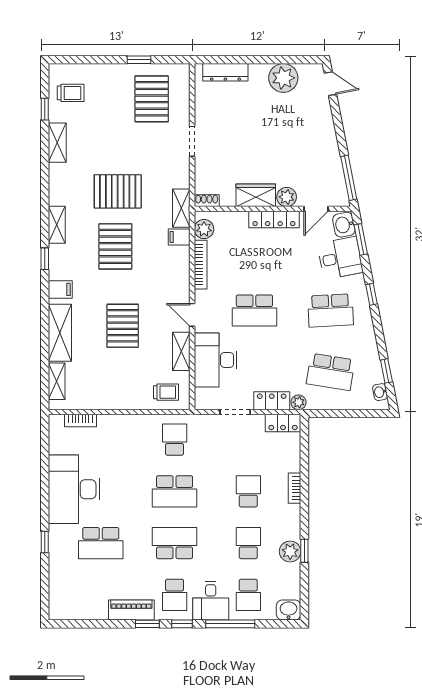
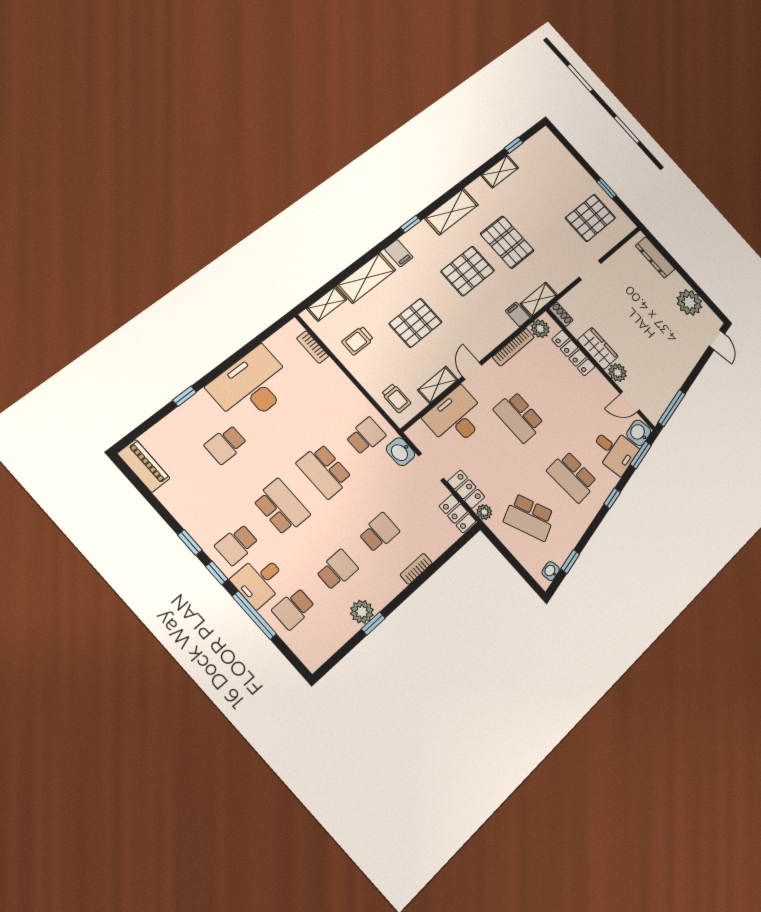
trolley: (71, 93) -> (358, 341), moved, turned 90
locker: (274, 219) -> (573, 353), moved
shelving: (57, 225) -> (451, 212), width x1.50, depth x1.33
school desk: (331, 372) -> (529, 517), turned -33
school desk: (101, 543) -> (226, 444), width x0.54
piano: (131, 610) -> (144, 466), moved
washbasin: (289, 610) -> (401, 452), moved, turned 180

